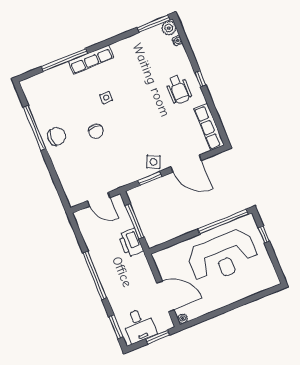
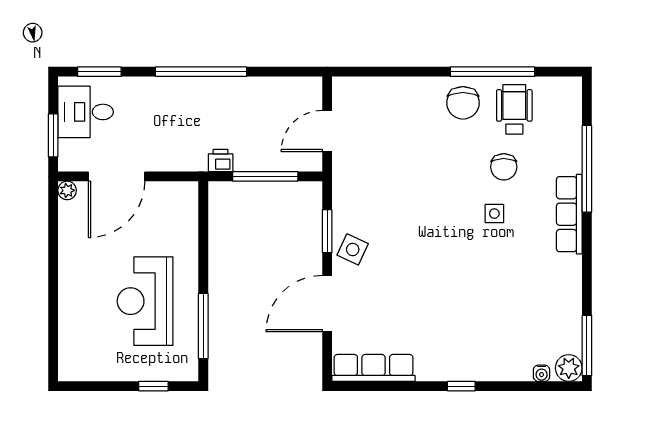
wheelchair: (178, 89) -> (514, 109), moved, turned 90
chair: (96, 131) -> (504, 167), moved, turned -90
window: (223, 222) -> (203, 326), width x0.68
printer: (131, 243) -> (221, 161), width x0.53, depth x0.68
reception desk: (222, 256) -> (145, 301), width x0.74, depth x0.77

